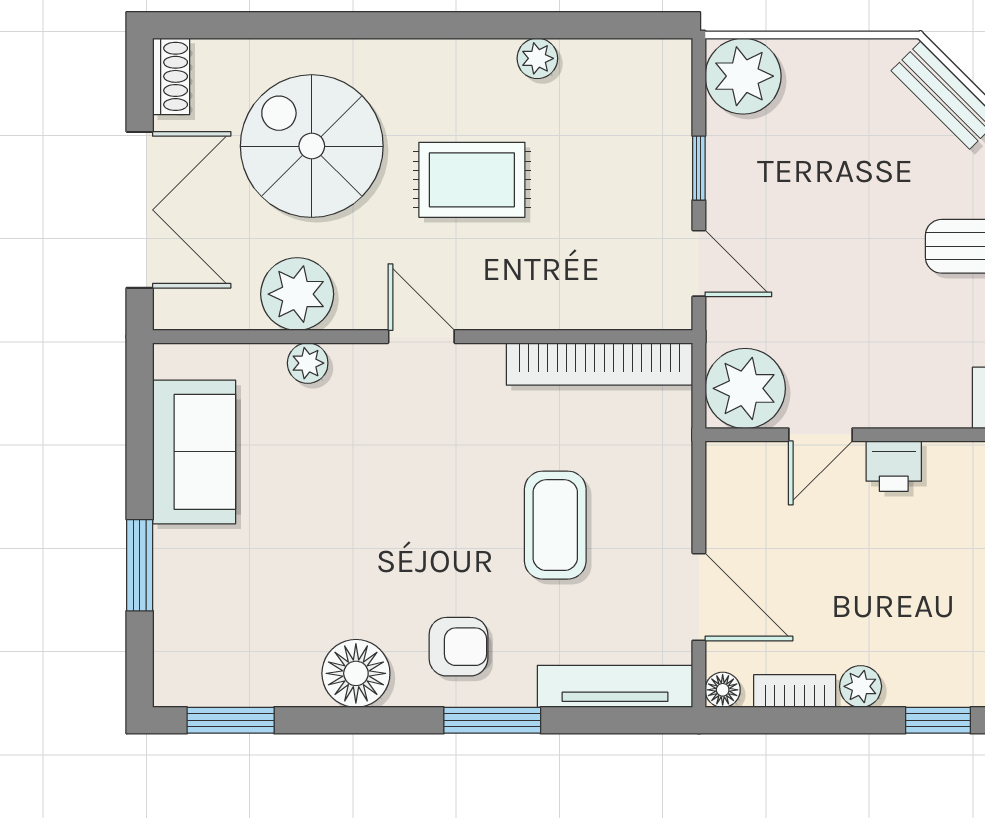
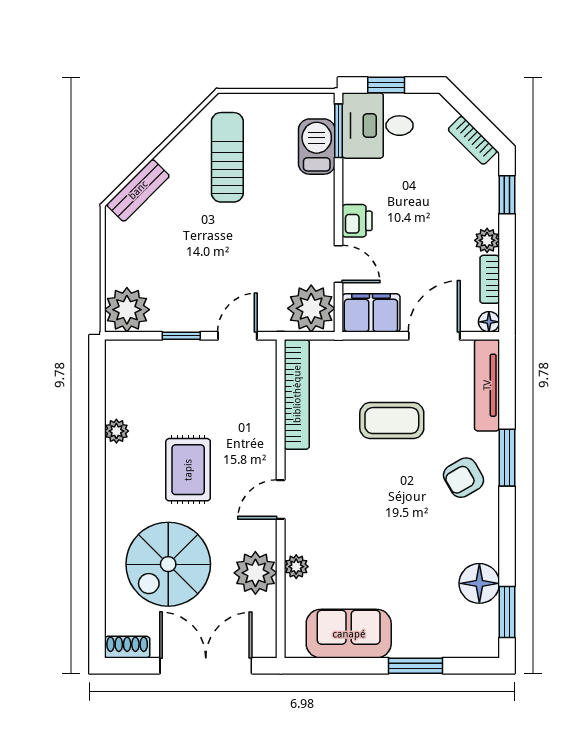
filing cabinet: (738, 490) -> (371, 313), added
armchair: (458, 647) -> (464, 478), turned -120
floor lamp: (356, 673) -> (479, 583), moved

